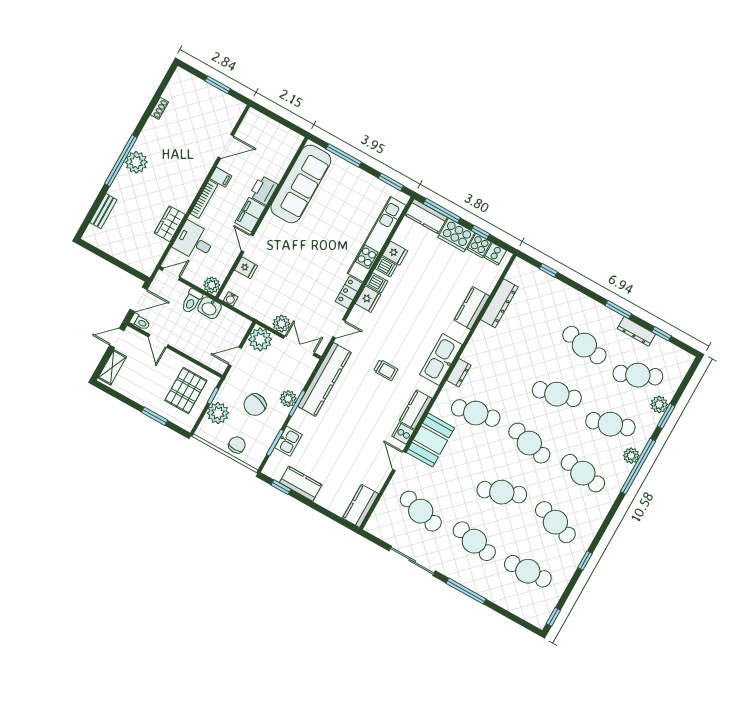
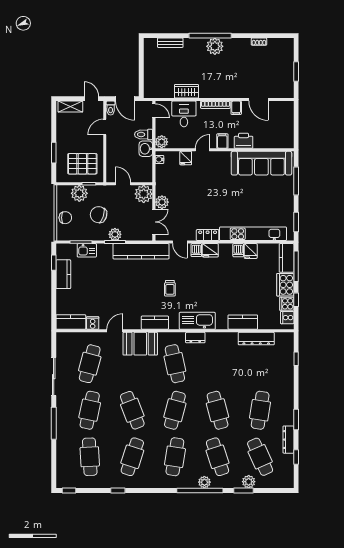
filing cabinet: (250, 215) -> (222, 141), width x0.50
dishwasher: (377, 283) -> (196, 250), moved
cooker: (403, 433) -> (93, 323), moved

